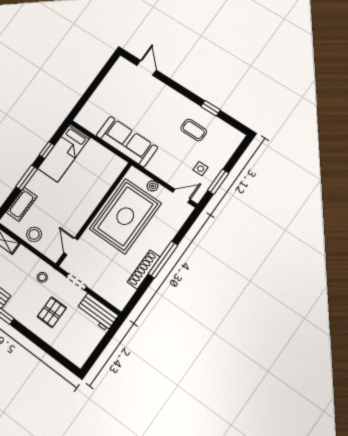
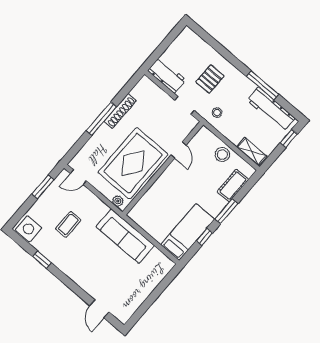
coffee table: (194, 130) -> (68, 224), moved, turned 90
side table: (201, 169) -> (28, 229), moved, width x1.87, depth x1.87
plant: (152, 186) -> (118, 201), moved
door: (71, 246) -> (179, 150), moved

